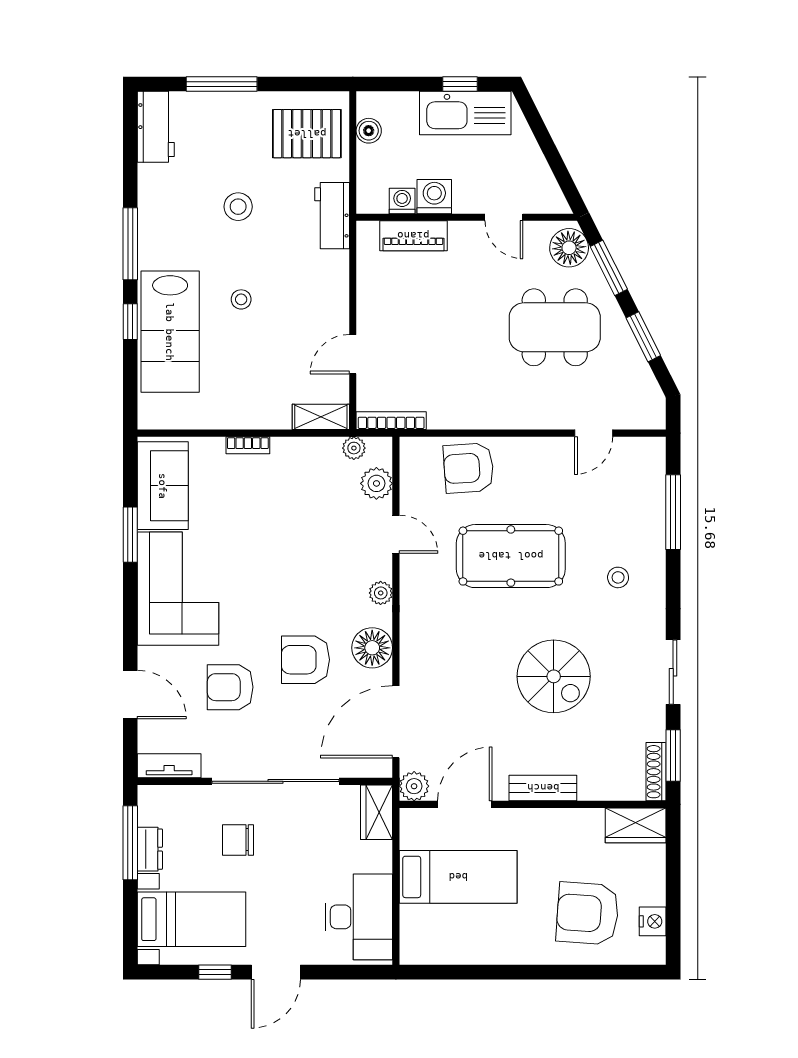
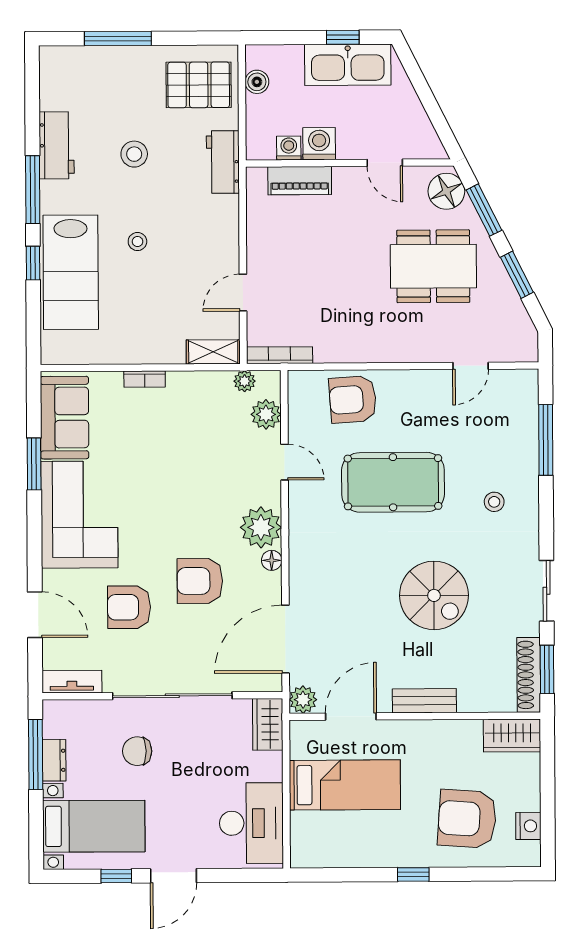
workbench: (156, 127) -> (57, 145), moved
plant: (381, 593) -> (261, 527), width x1.87, depth x1.87
floor lamp: (372, 648) -> (272, 560), width x0.53, depth x0.53
shoe rack: (656, 772) -> (529, 675), width x1.36, depth x1.24
window: (530, 972) -> (413, 874), added

